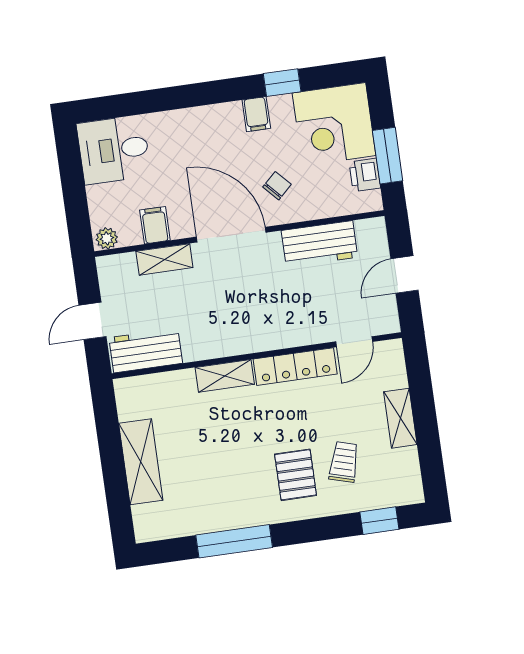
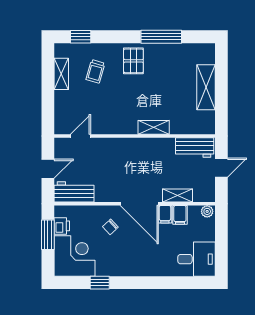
filing cabinet: (256, 114) -> (165, 214), moved, turned 180
workbench: (319, 244) -> (74, 192), moved
locker: (295, 367) -> (115, 127), removed
shelving: (400, 418) -> (61, 74), moved
pallet: (296, 475) -> (133, 61), moved

